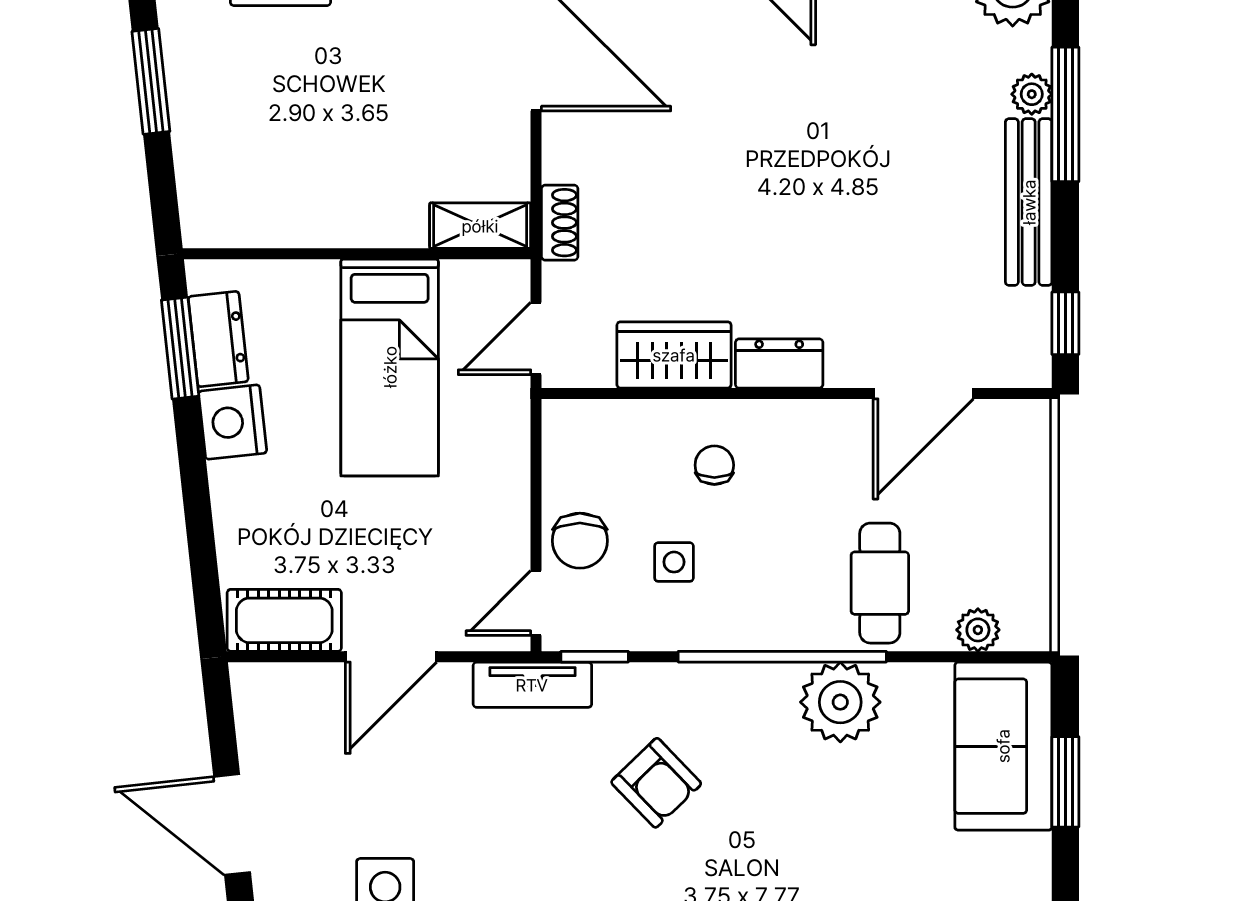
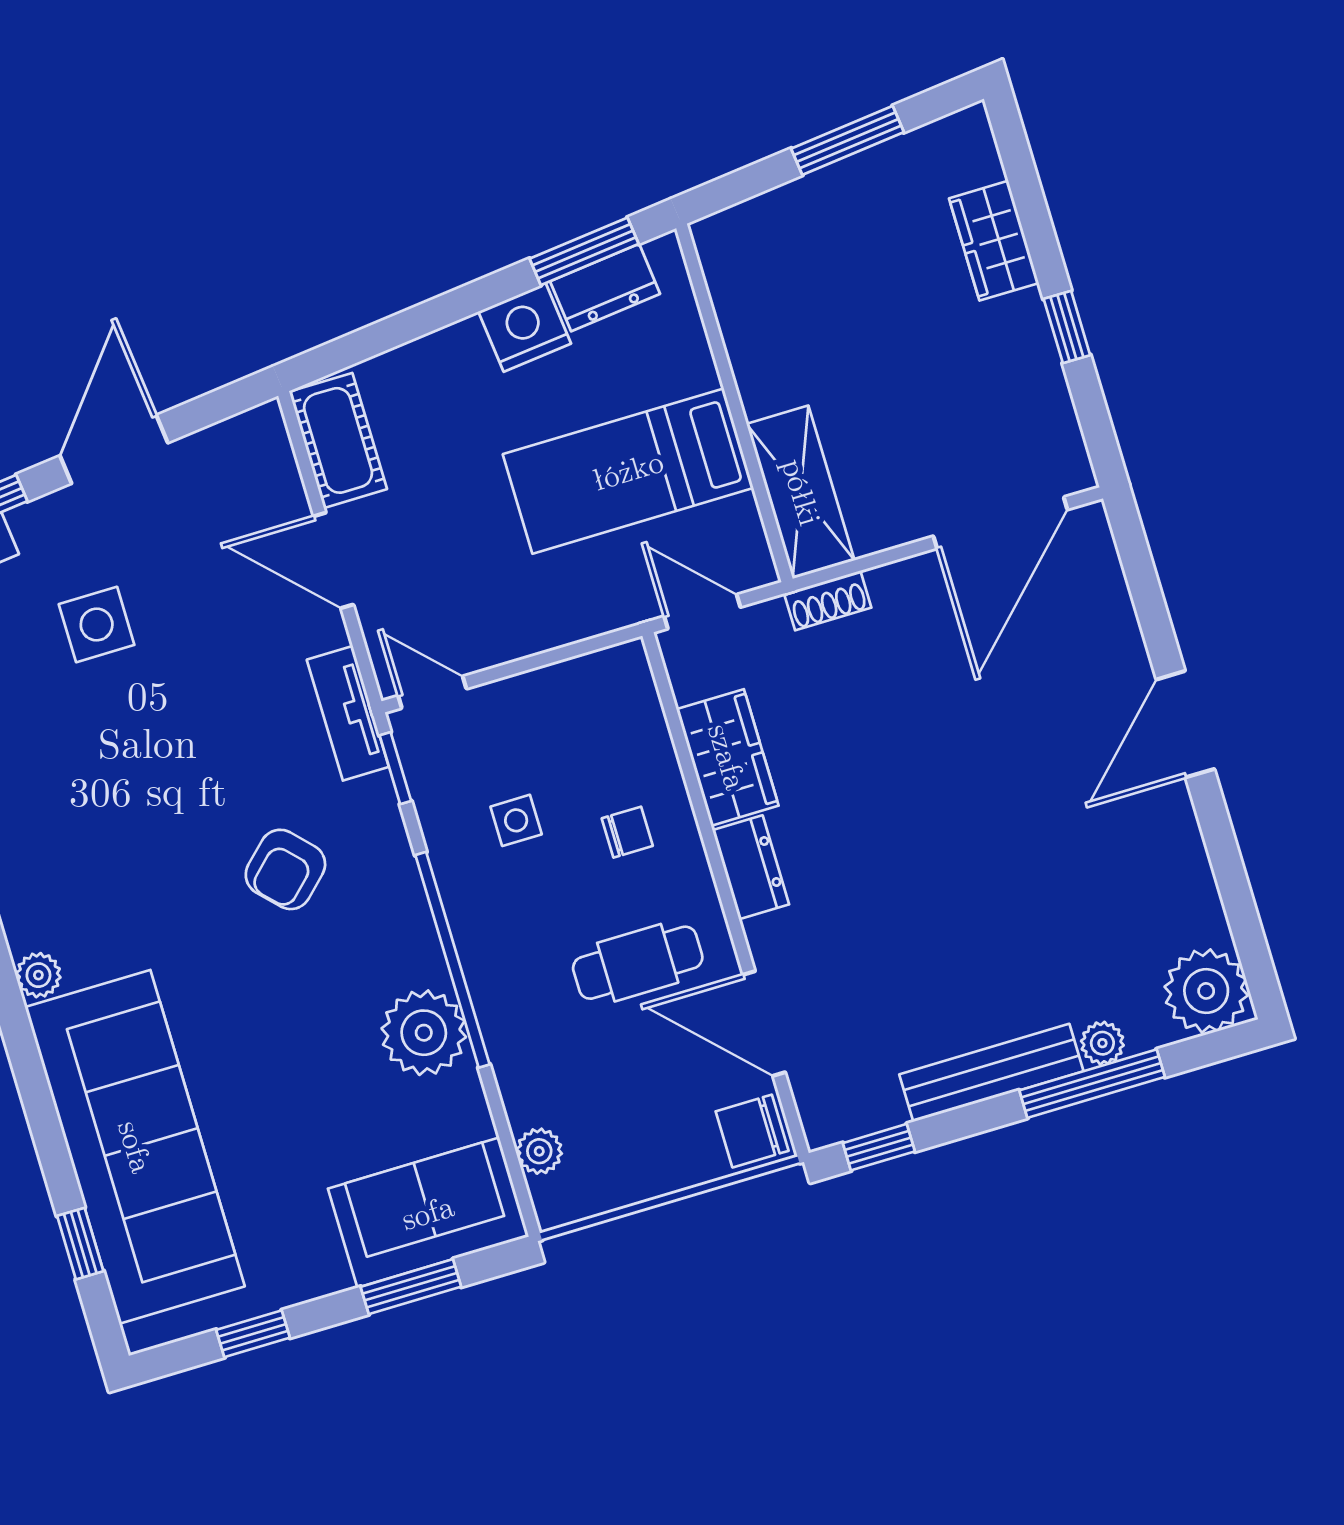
shelving: (480, 226) -> (801, 492), width x1.50, depth x1.33
chair: (580, 541) -> (752, 1131), moved
cafe table: (880, 583) -> (638, 963), moved

